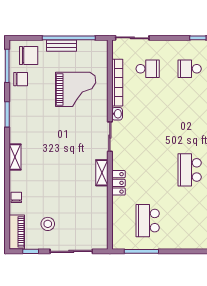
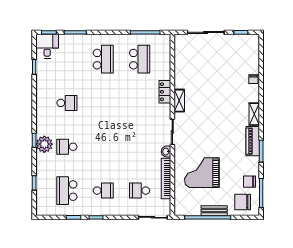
school desk: (190, 170) -> (103, 59), moved
stool: (48, 224) -> (226, 56), removed
piano: (17, 232) -> (253, 141), moved

